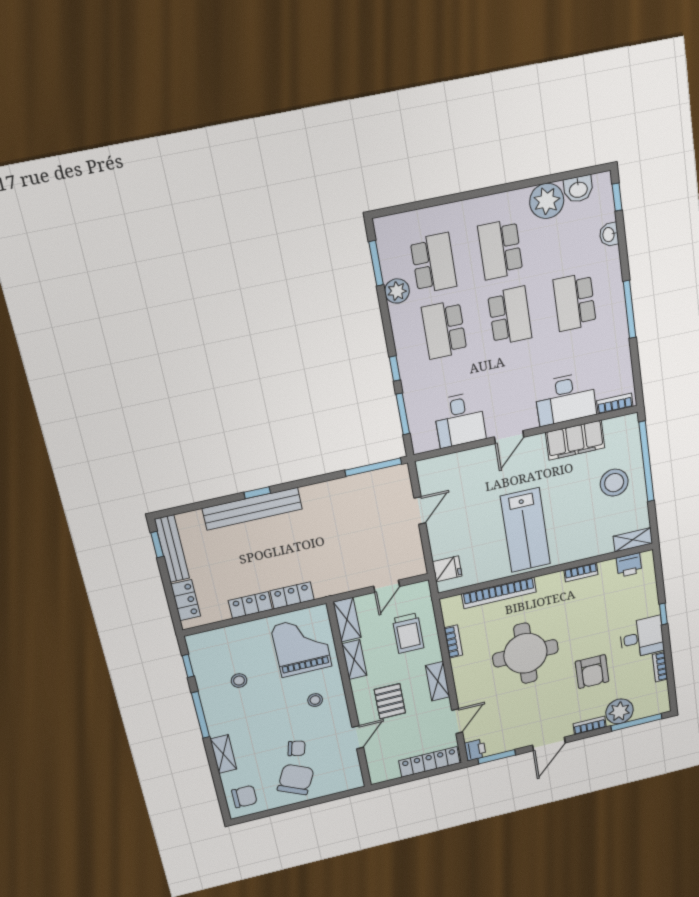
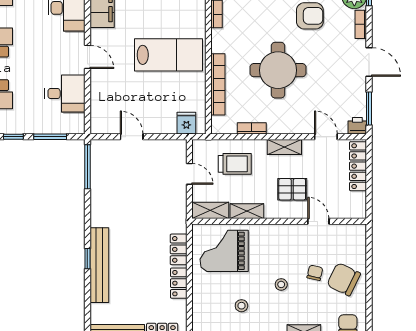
stool: (315, 700) -> (281, 284), moved

